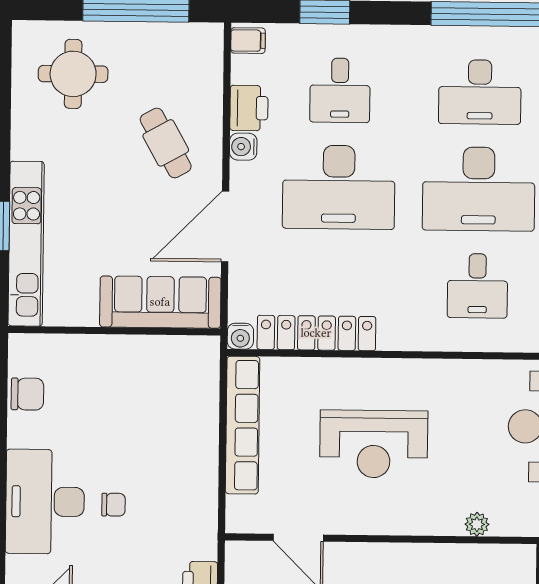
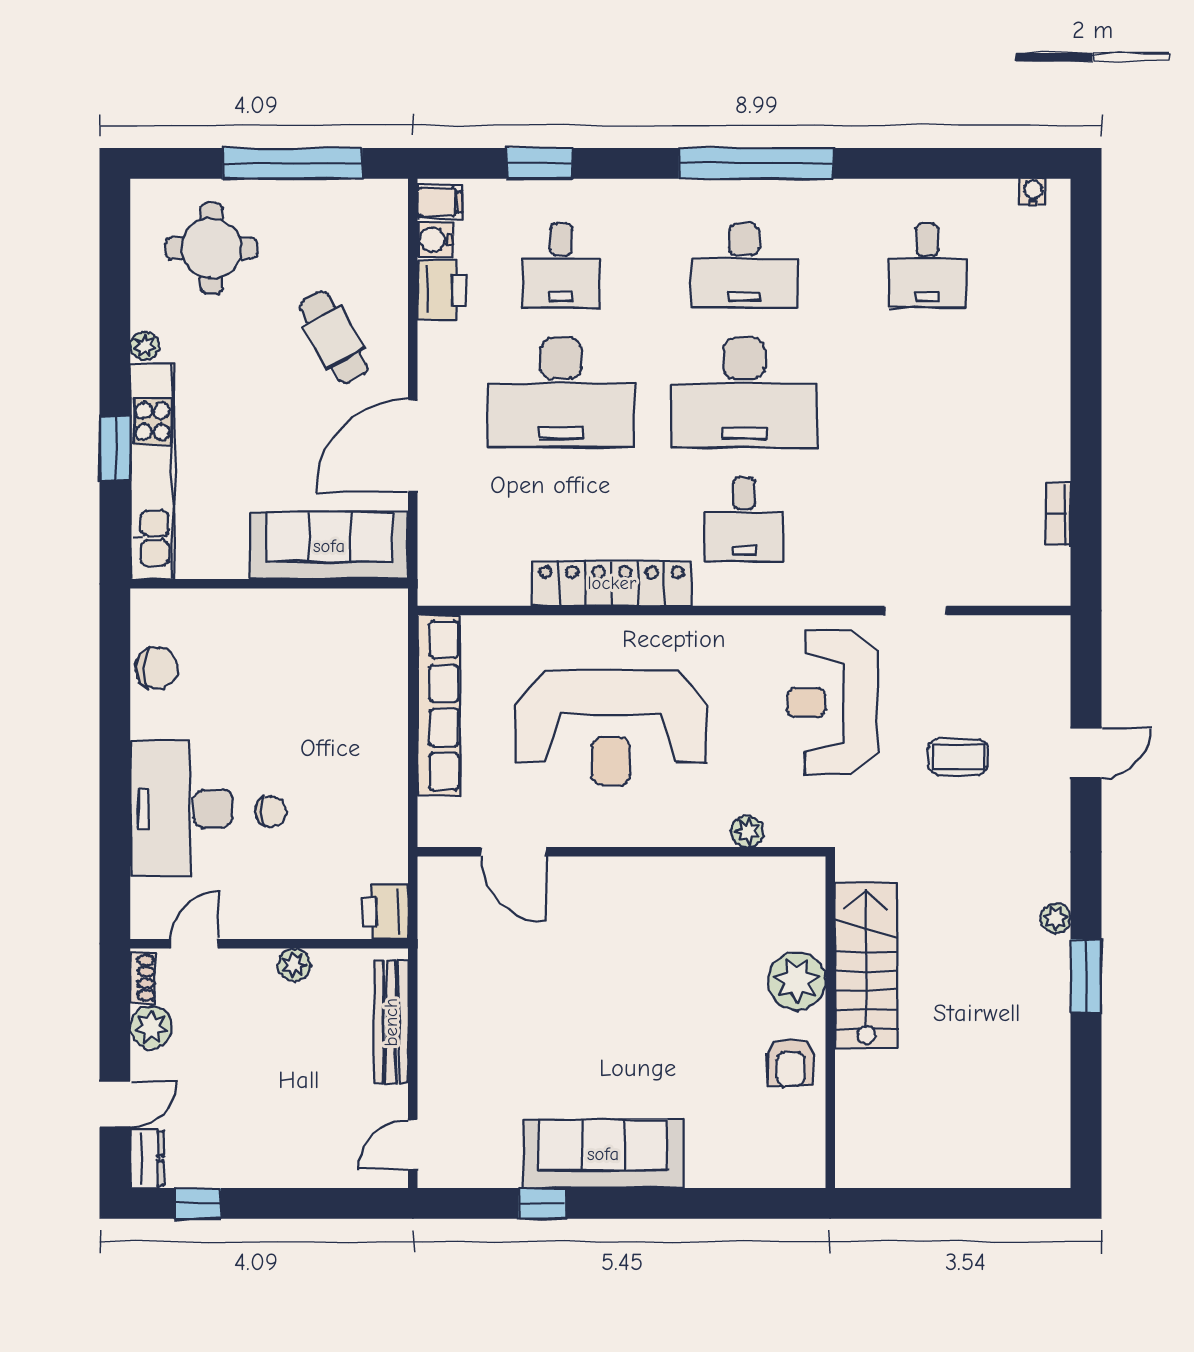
water cooler: (243, 147) -> (435, 239), moved
plant: (21, 148) -> (145, 346), added
locker: (316, 333) -> (612, 583), moved
water cooler: (240, 336) -> (434, 589), removed
reception desk: (374, 444) -> (611, 728), width x1.36, depth x1.30

